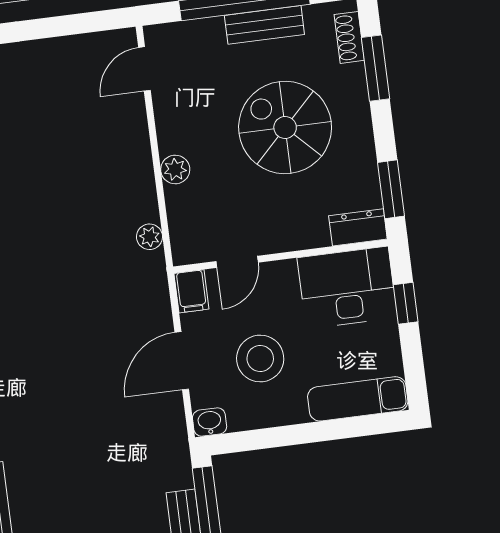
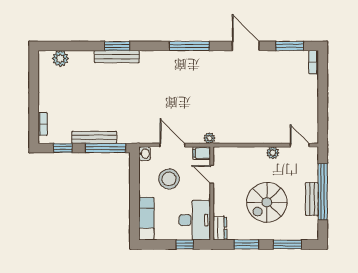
shoe rack: (349, 37) -> (302, 235), removed
spiral stairs: (285, 127) -> (267, 202), turned 180
plant: (175, 169) -> (273, 153), moved
window: (391, 189) -> (246, 244), moved
plant: (150, 237) -> (209, 138), moved

